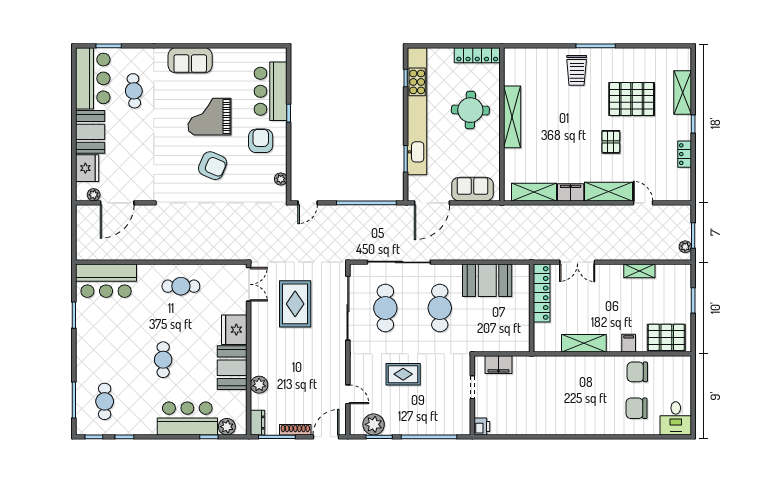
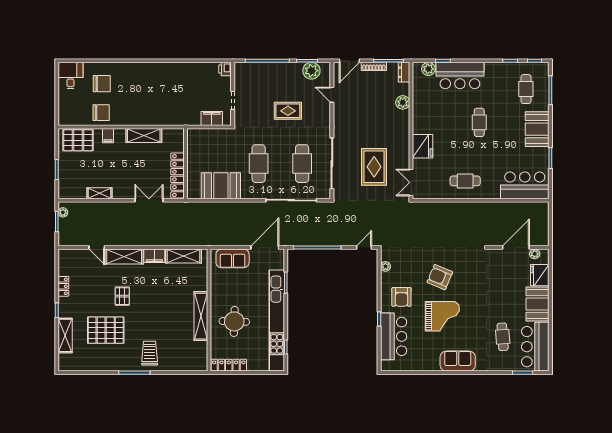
booth: (232, 368) -> (537, 129), moved

